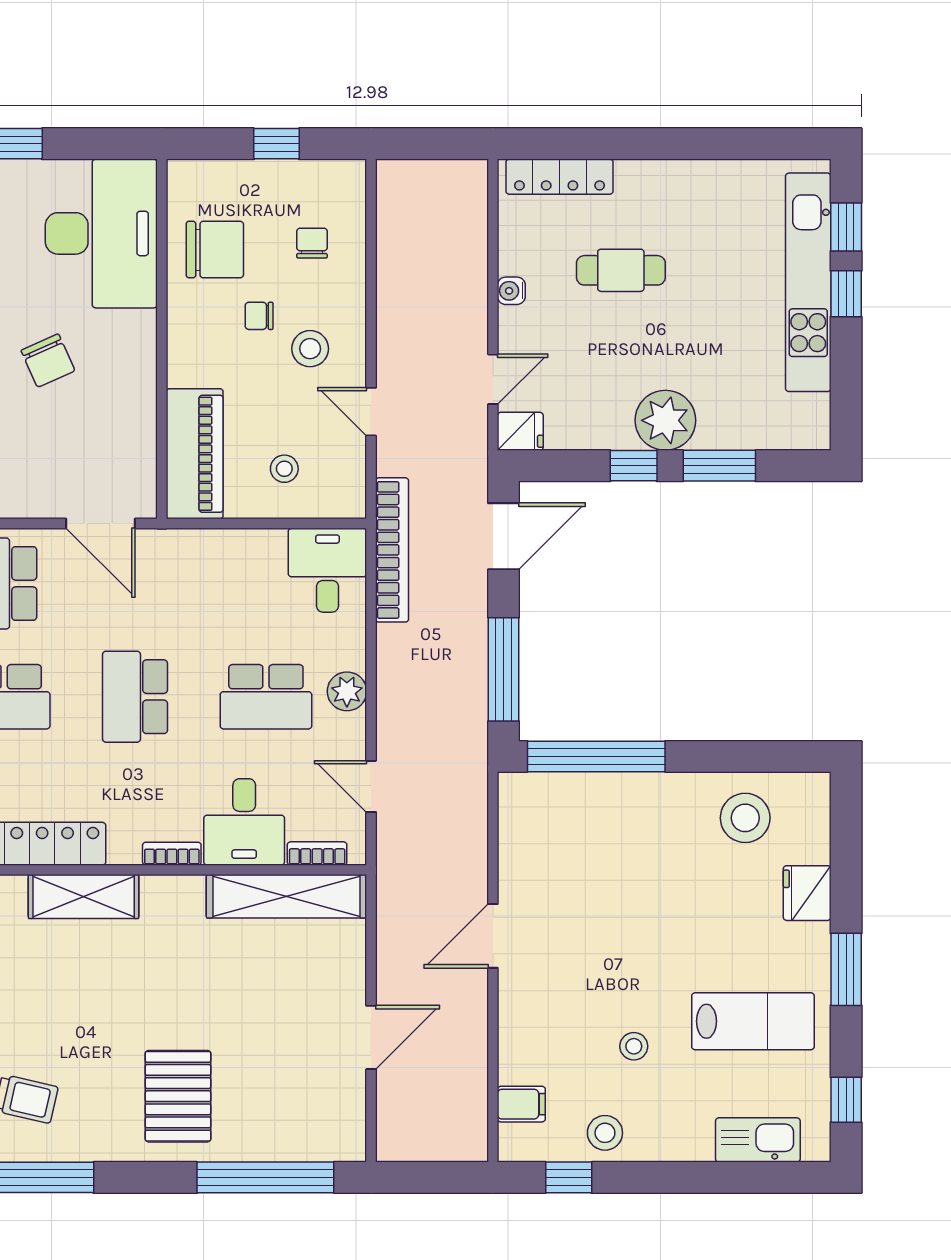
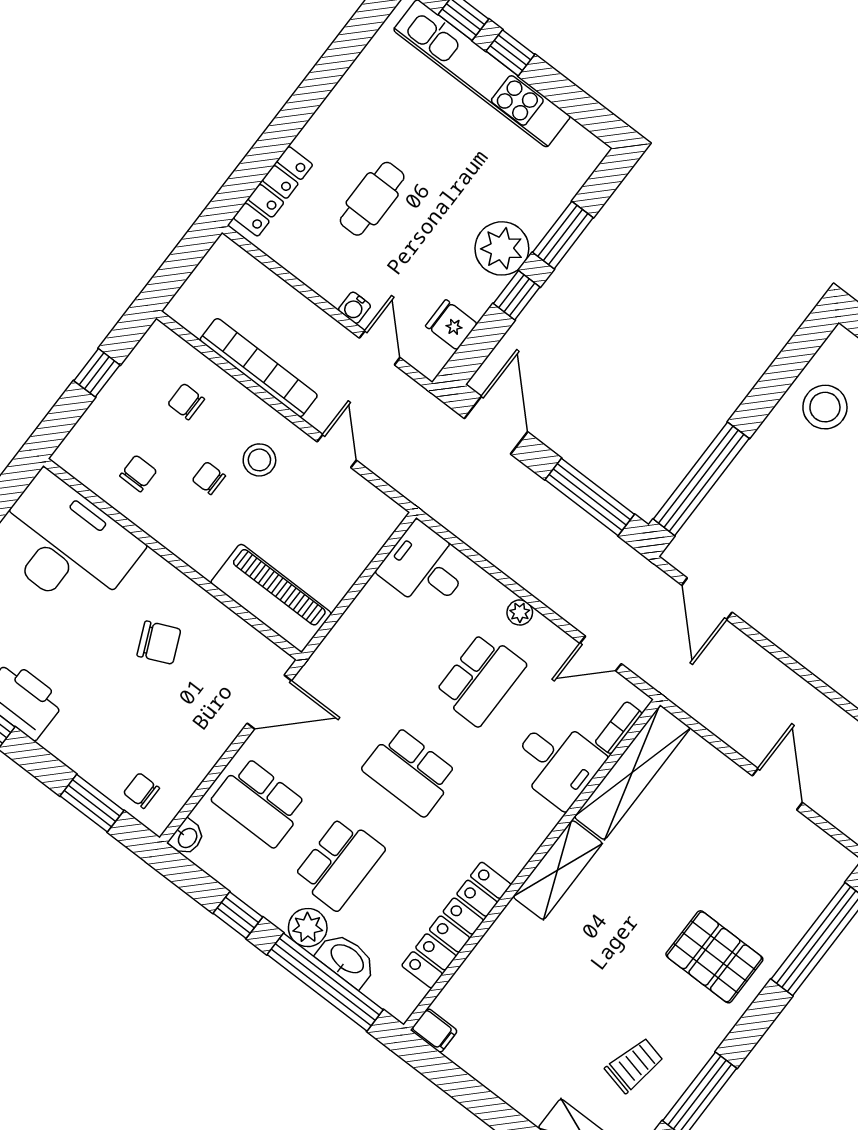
chair: (215, 250) -> (138, 473), width x0.54, depth x0.54
water cooler: (511, 291) -> (354, 308), moved
chair: (259, 316) -> (209, 478), turned 90
chair: (48, 361) -> (159, 643), moved
door: (371, 412) -> (337, 451), swing flipped
fridge: (520, 431) -> (451, 325), moved, turned -90
stool: (284, 469) -> (330, 543), removed
bookcase: (392, 550) -> (259, 368), moved
plant: (347, 691) -> (520, 613), width x0.73, depth x0.73
bookcase: (172, 854) -> (540, 830), removed
shelving: (84, 897) -> (558, 870), moved
door: (493, 936) -> (707, 599), moved

